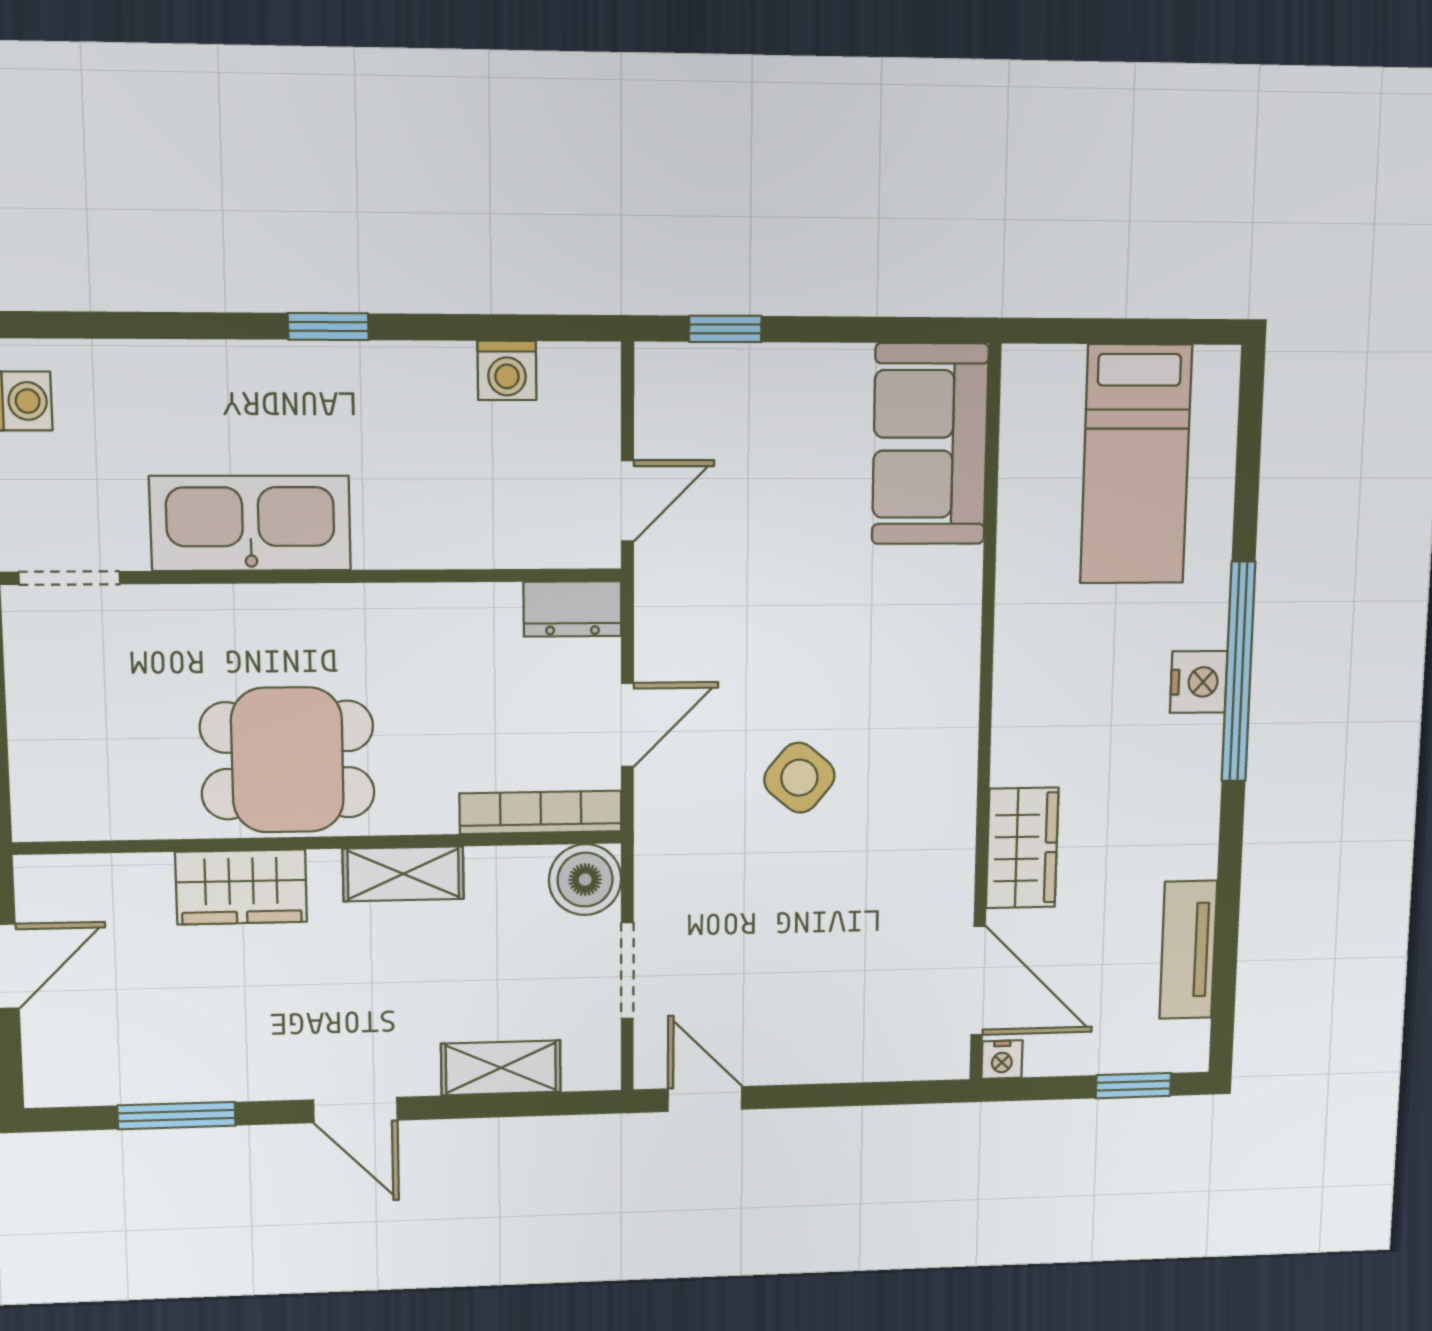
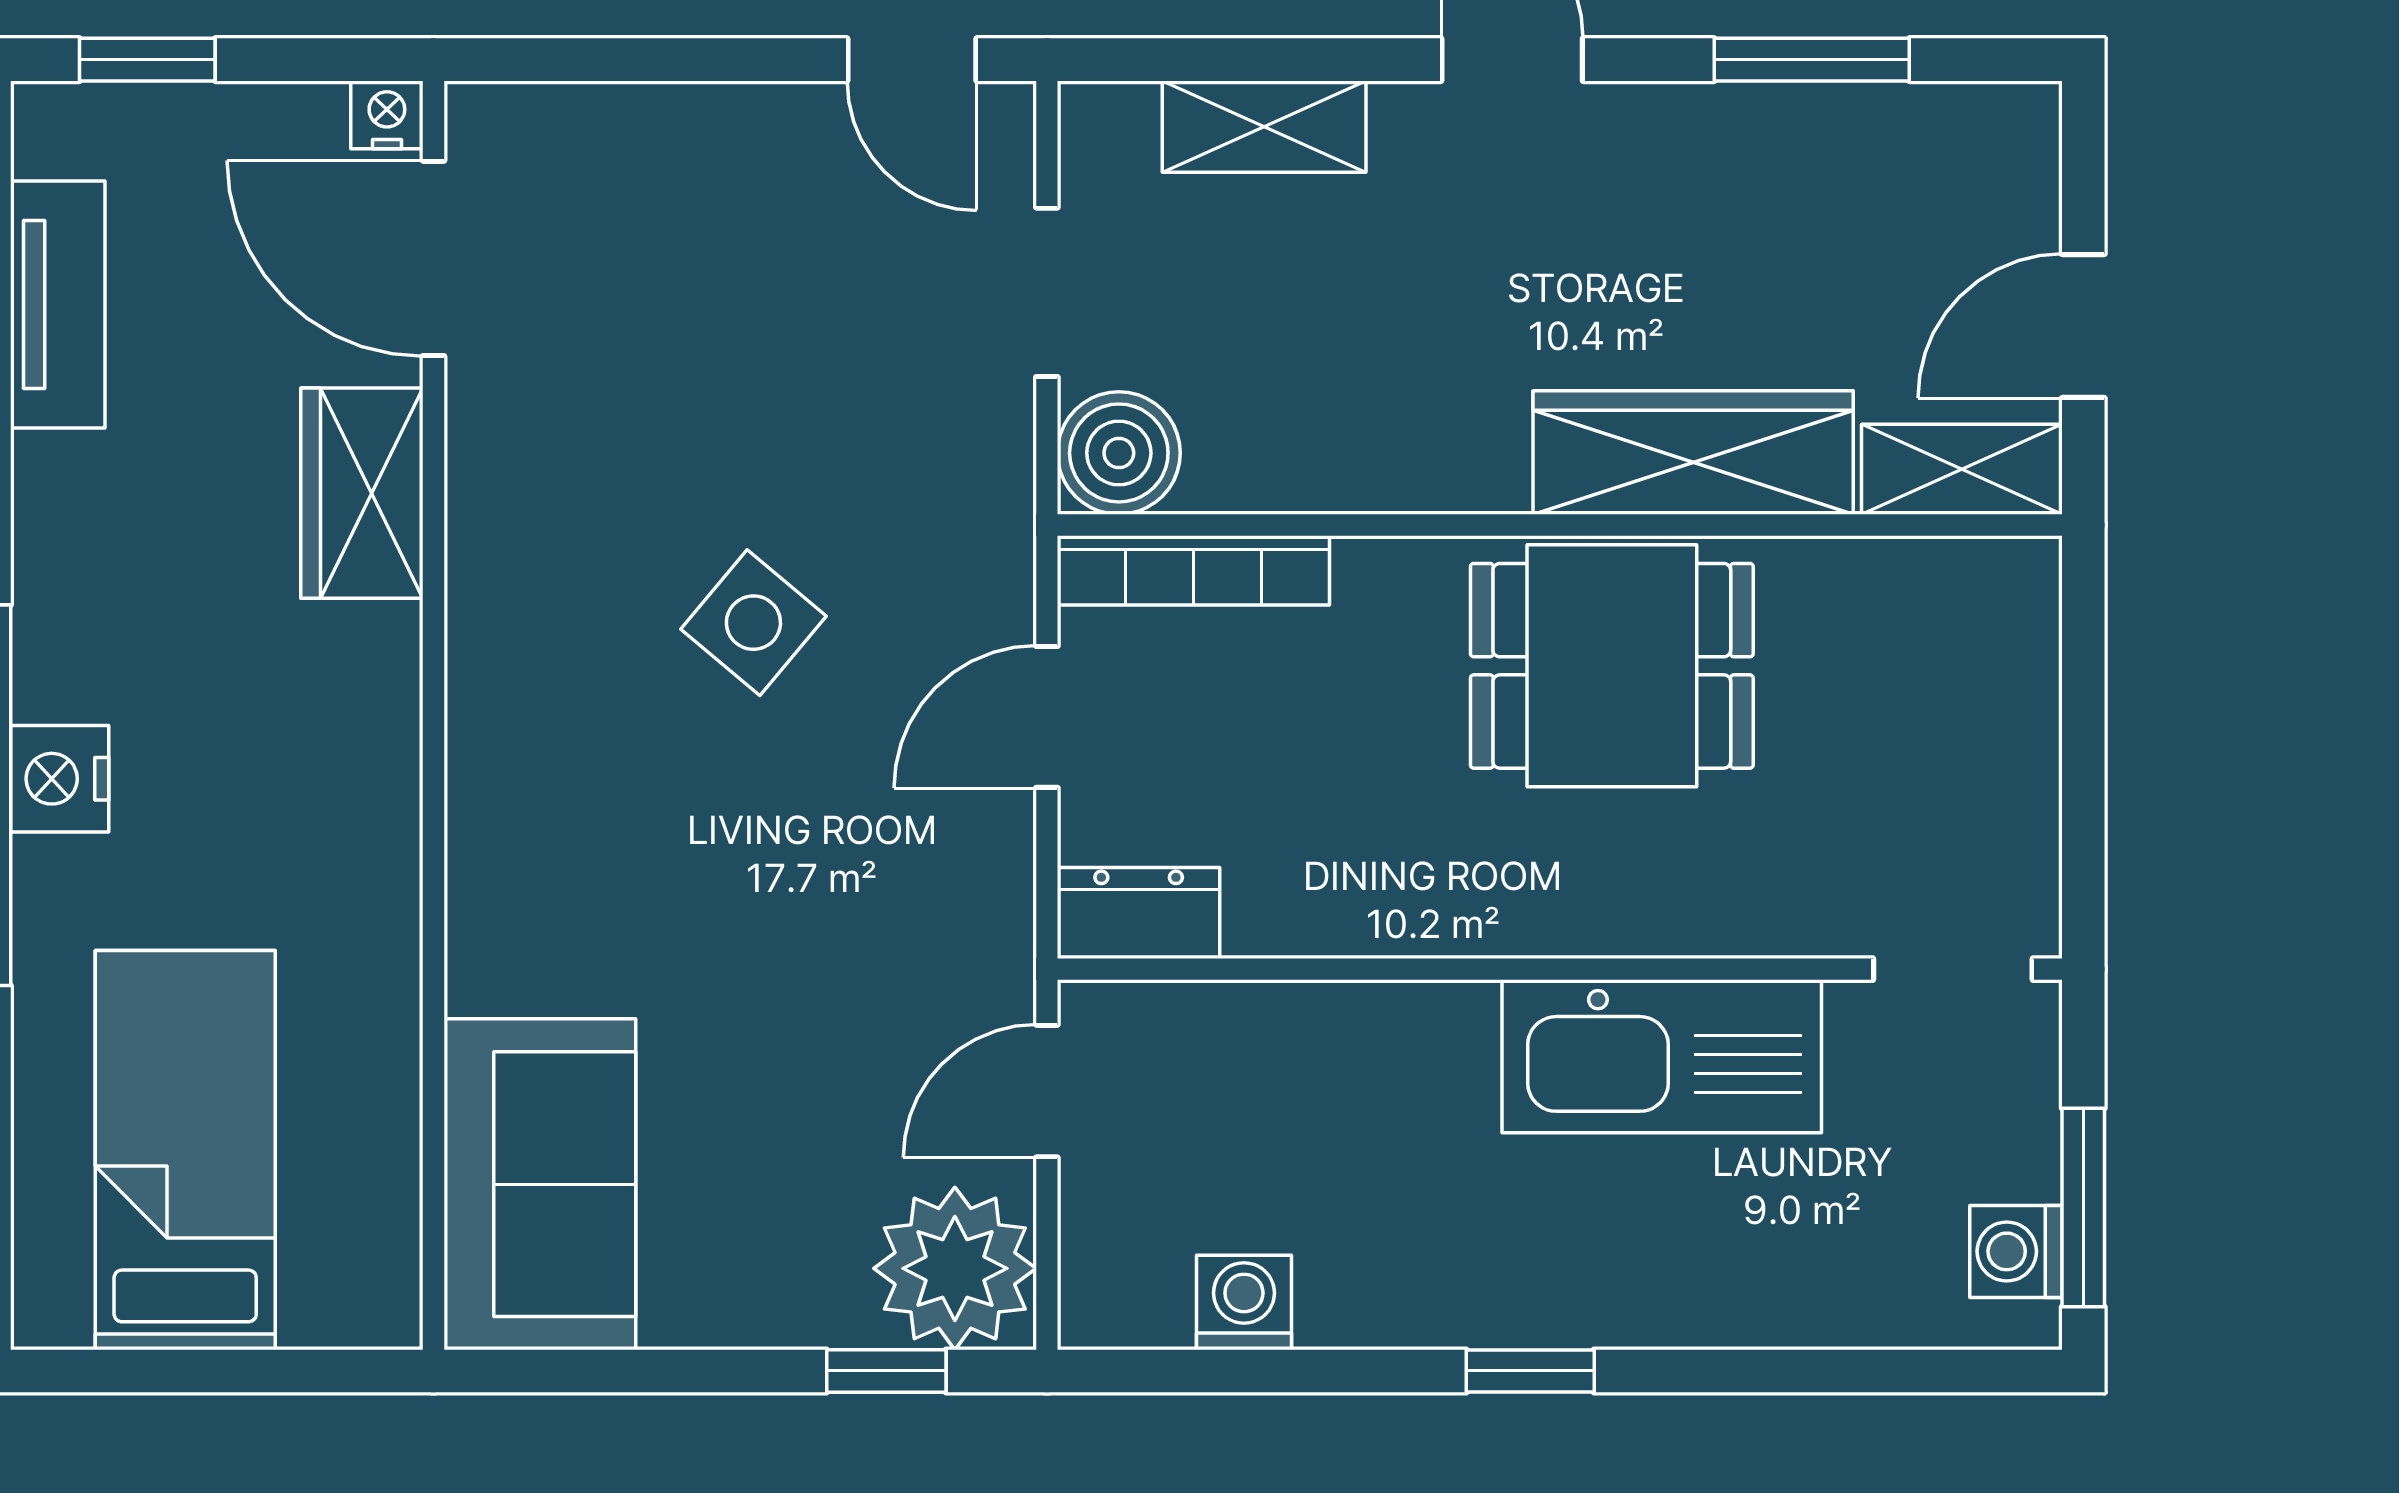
plant: (683, 392) -> (955, 1268), added
shelving: (403, 874) -> (1962, 469), moved
wardrobe: (241, 887) -> (1693, 453), width x1.50

